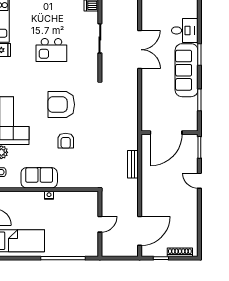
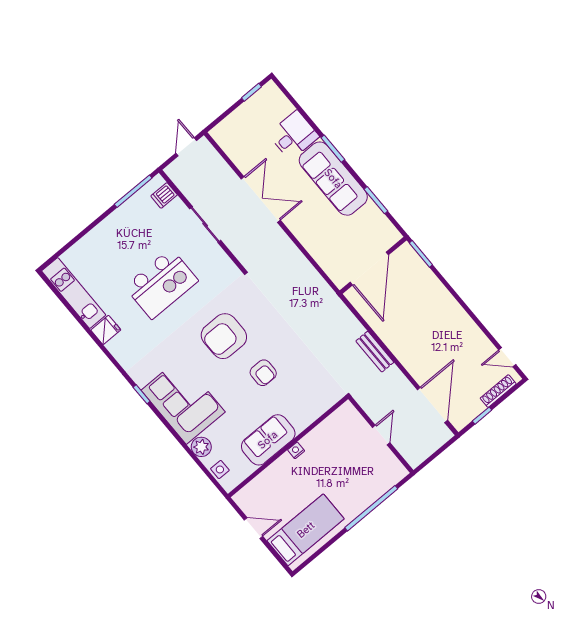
kitchen island: (51, 50) -> (161, 284), width x1.37, depth x1.28
bench: (133, 164) -> (375, 352), moved
door: (199, 181) -> (507, 357), moved

